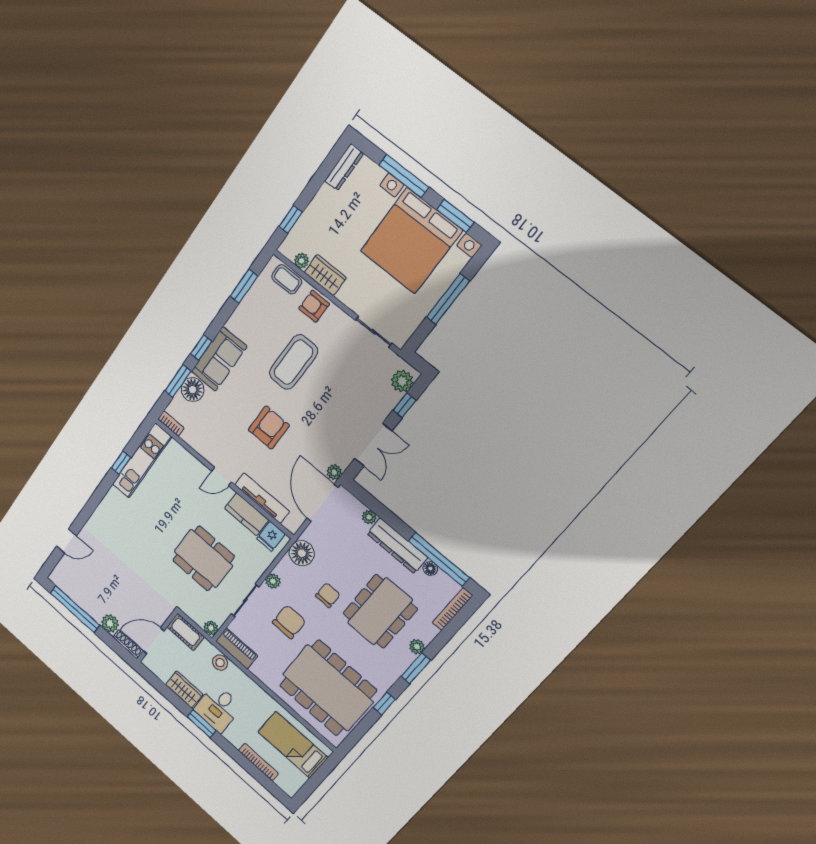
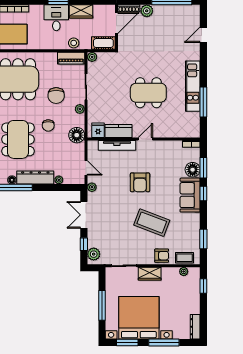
wardrobe: (325, 275) -> (150, 274), moved
coffee table: (293, 362) -> (152, 223), turned -69
kitchen unit: (142, 461) -> (193, 86), moved
window: (121, 463) -> (203, 102), width x2.17
door: (323, 503) -> (86, 168), width x0.53
dining table: (203, 558) -> (148, 93), moved

